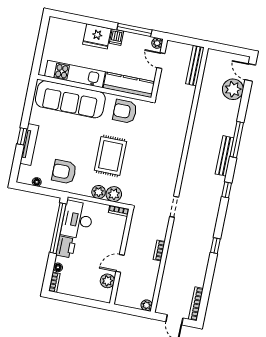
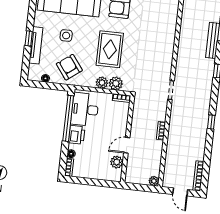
side table: (64, 137) -> (66, 35), added
armchair: (64, 172) -> (69, 67), turned 53

